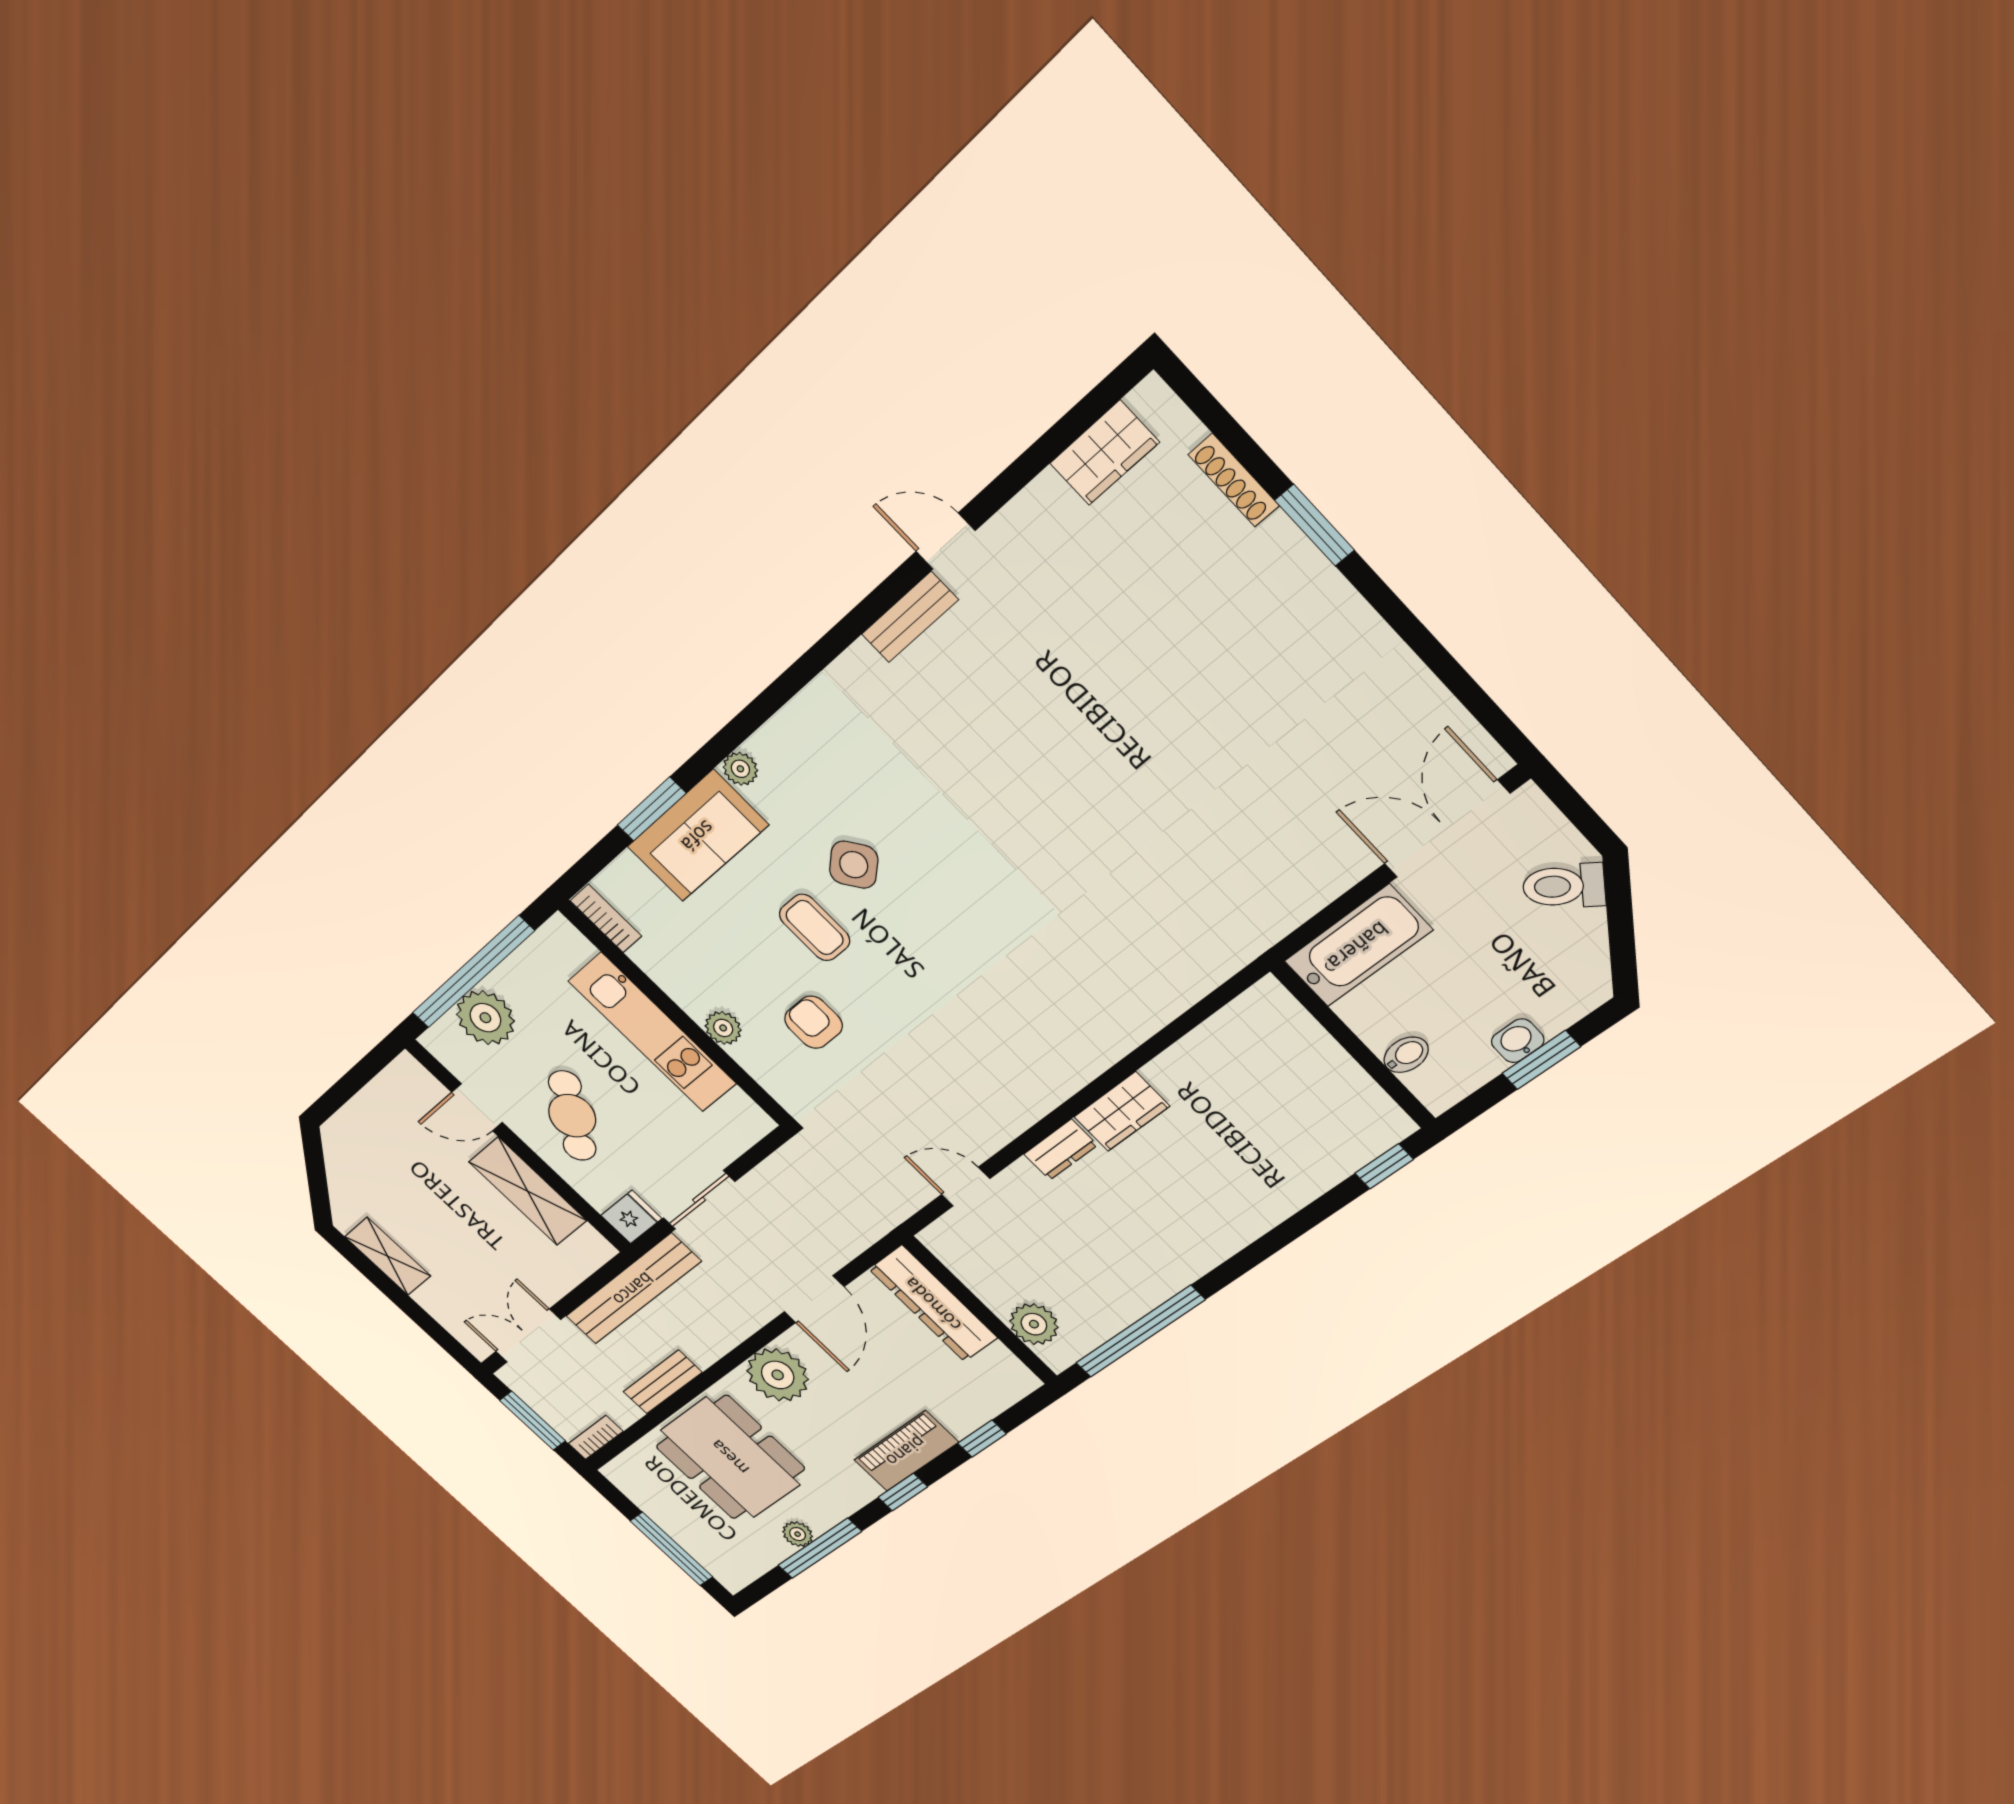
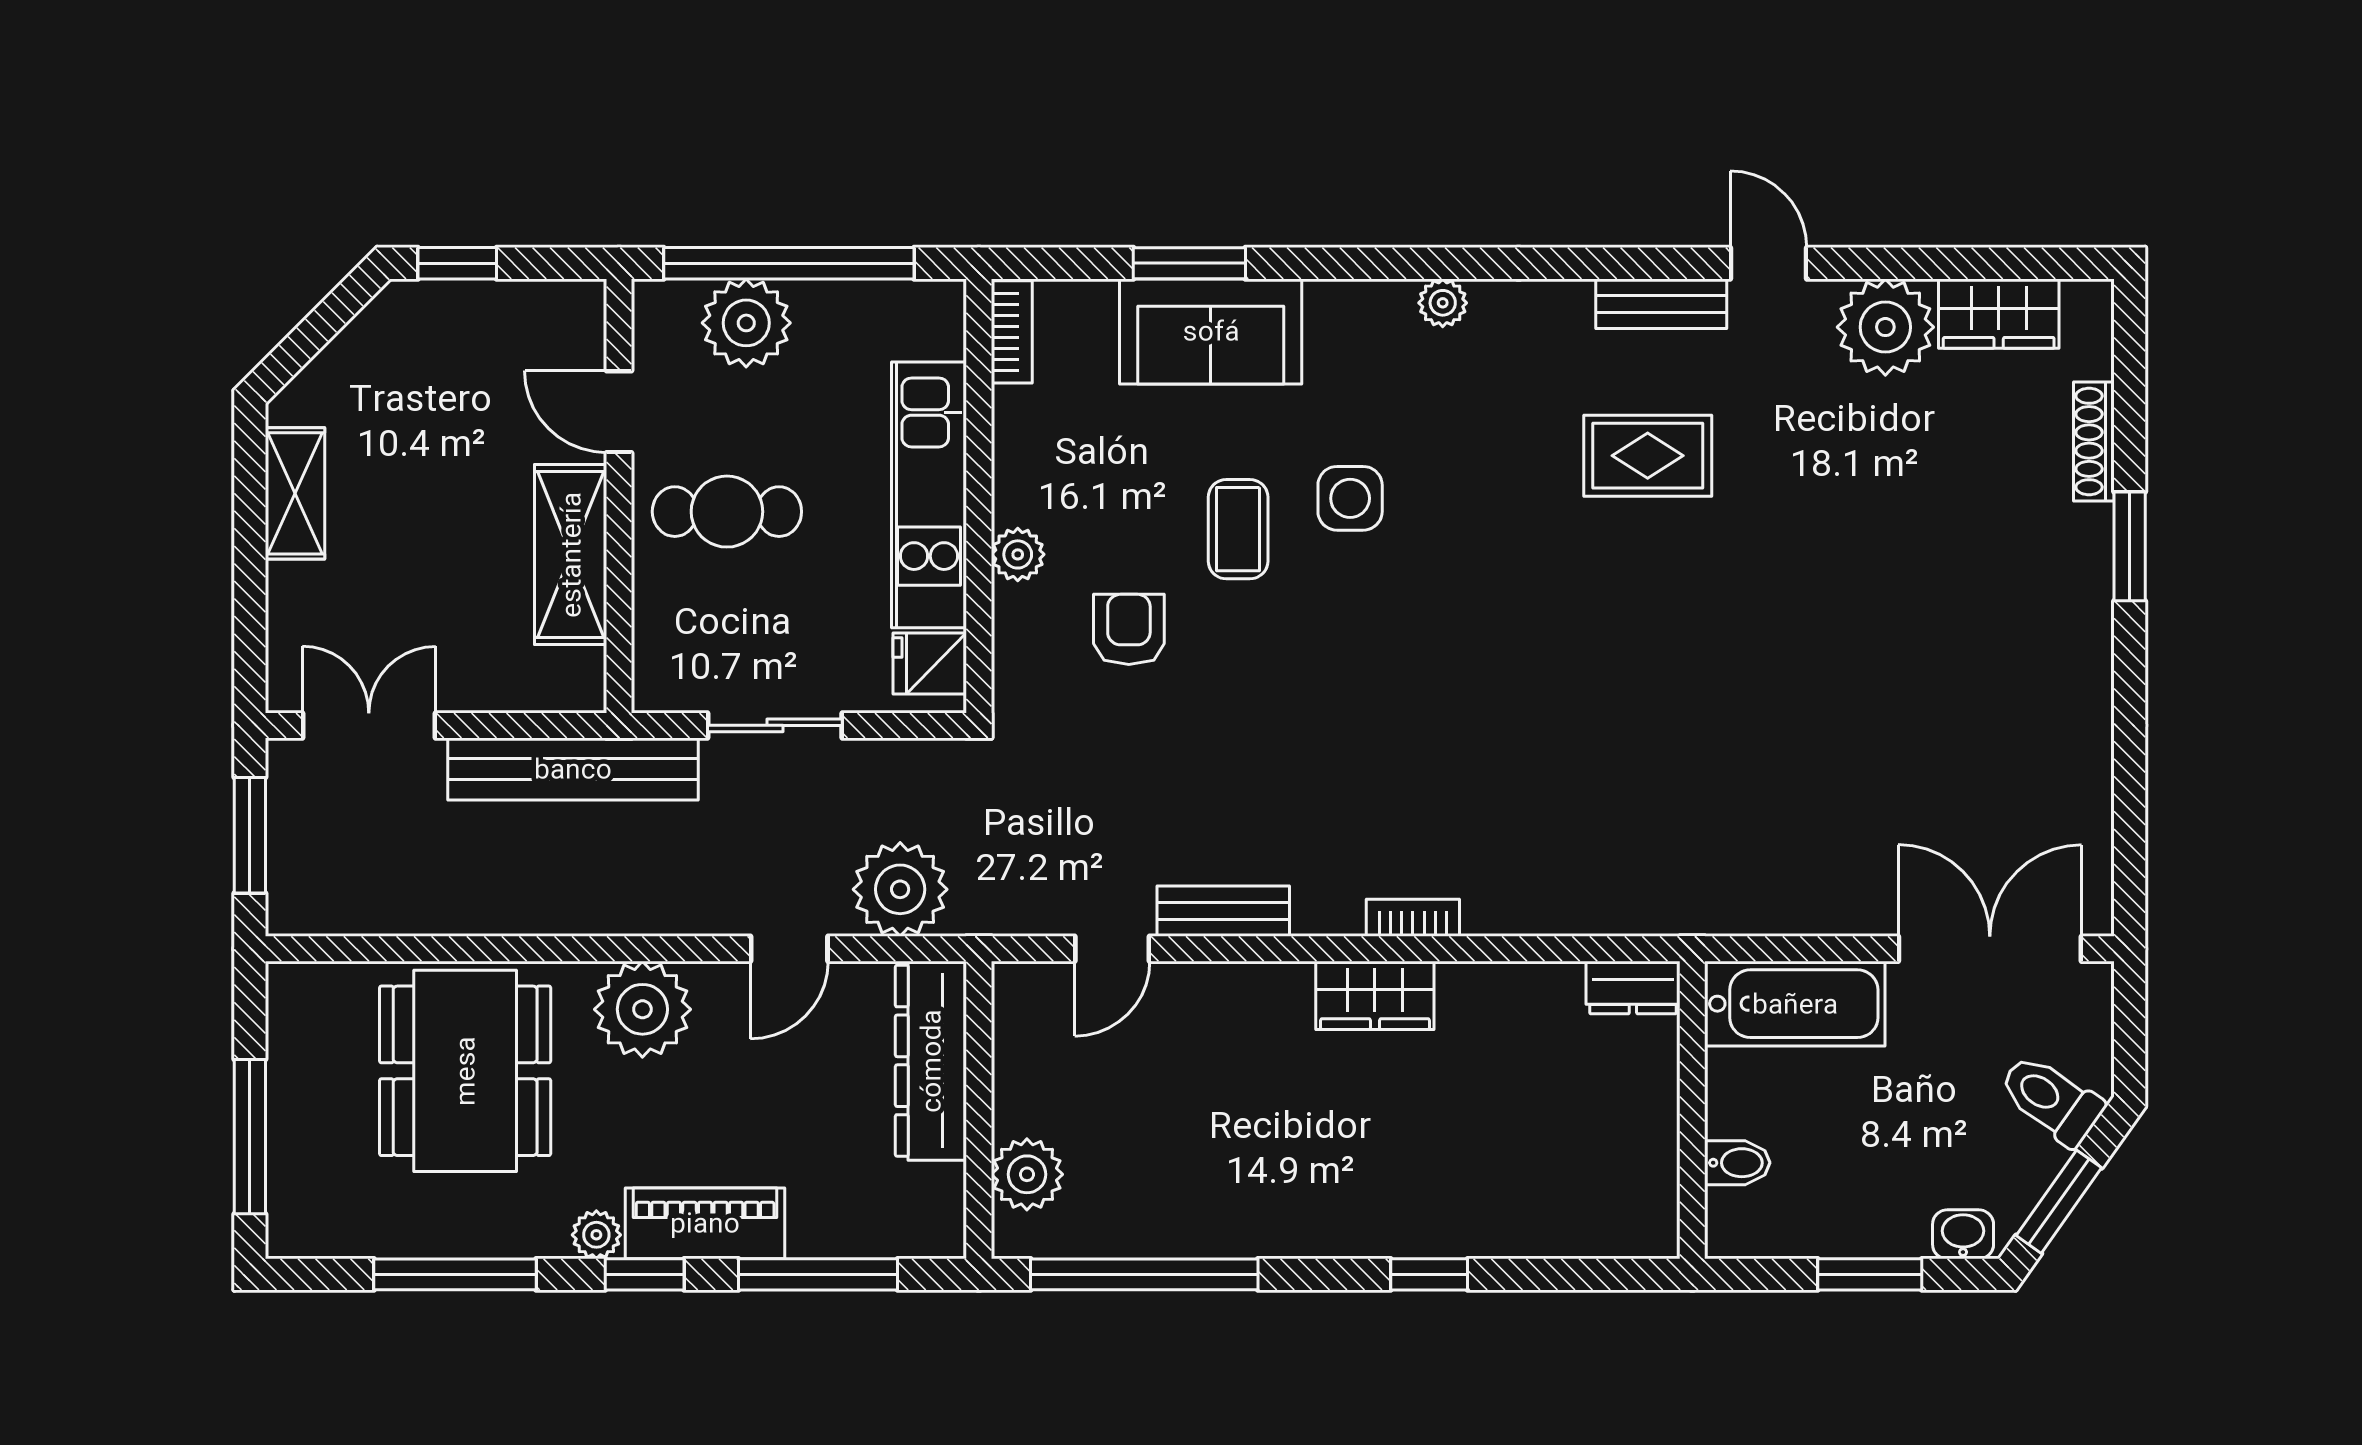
plant: (1046, 520) -> (1885, 327), added
rug: (986, 709) -> (1648, 456), added
plant: (740, 769) -> (1443, 303), moved
side table: (854, 865) -> (1350, 498), turned 38
window: (1622, 940) -> (2059, 1202), added
washbasin: (1518, 1041) -> (1963, 1234), moved
window: (338, 1095) -> (457, 263), added
cafe table: (572, 1116) -> (727, 512), turned 53
dresser: (1061, 1150) -> (1633, 988), moved
window: (1384, 1166) -> (1429, 1274), moved
door: (966, 1187) -> (1112, 949), swing flipped
fridge: (631, 1217) -> (930, 663), moved, turned 180
plant: (836, 1234) -> (900, 889), added
door: (814, 1299) -> (789, 949), width x0.73
bench: (663, 1382) -> (1223, 911), moved
bookcase: (596, 1437) -> (1413, 918), moved
window: (982, 1439) -> (818, 1274), width x2.17
plant: (798, 1534) -> (596, 1235), moved

